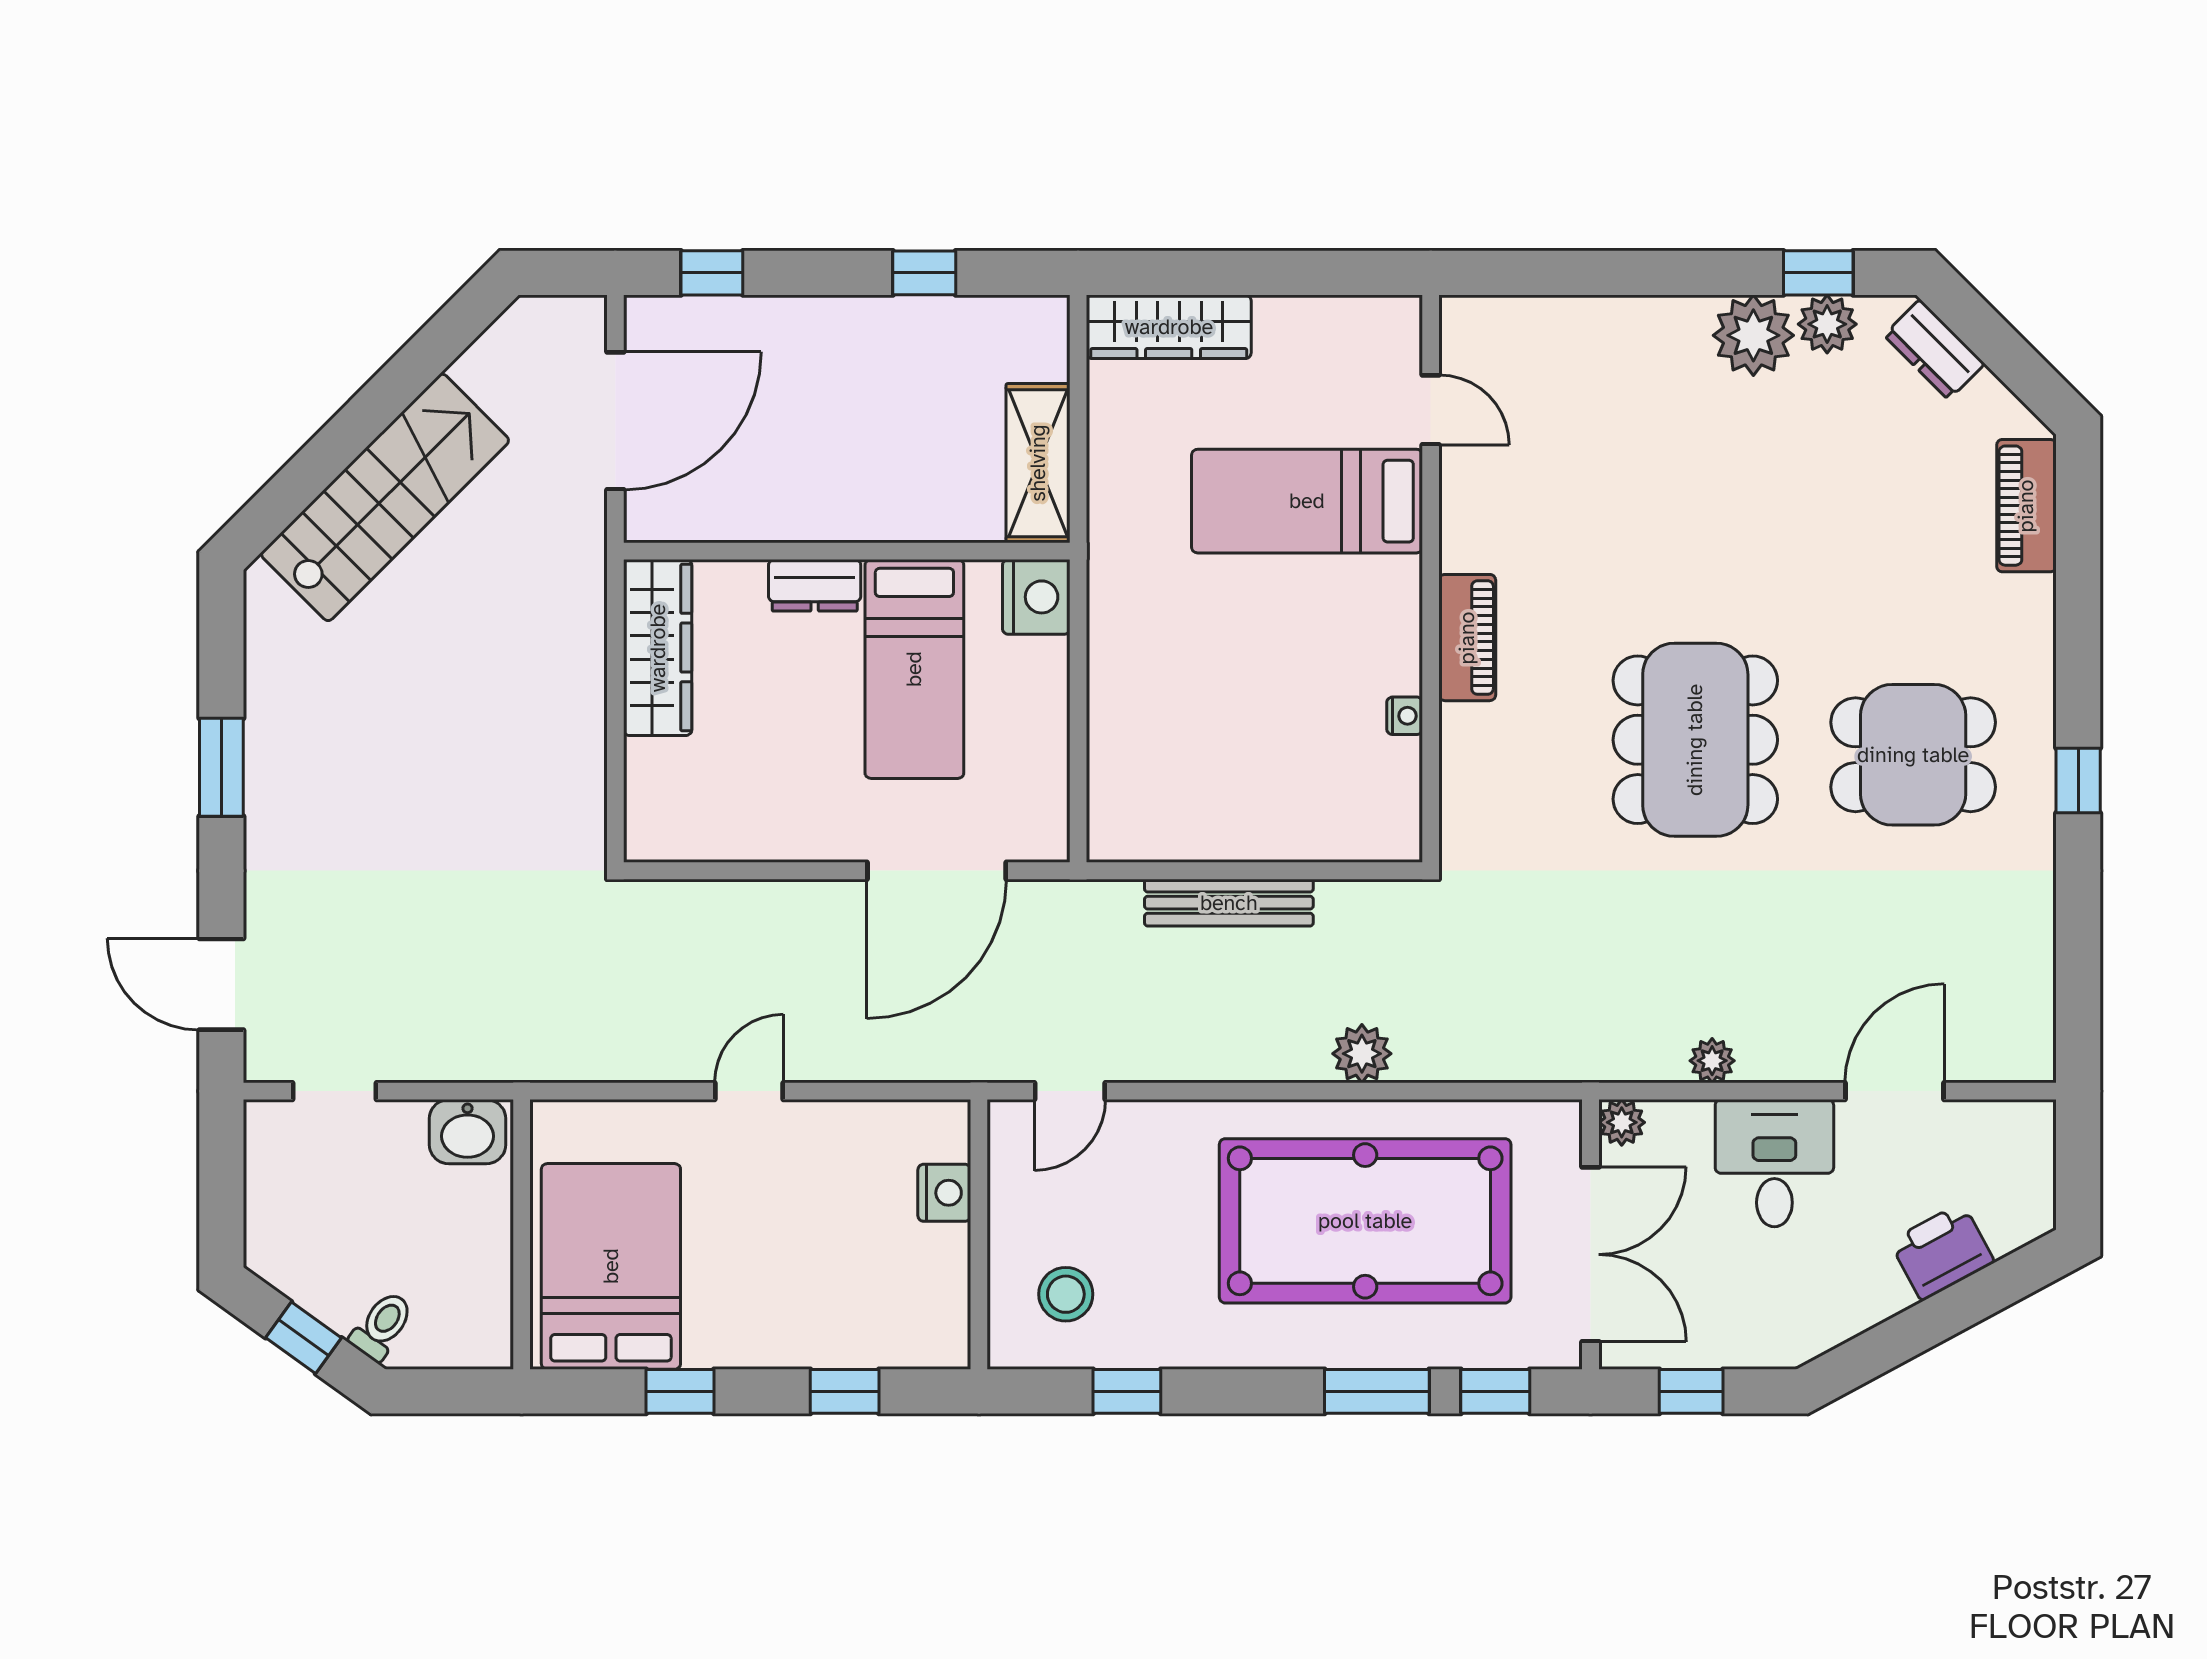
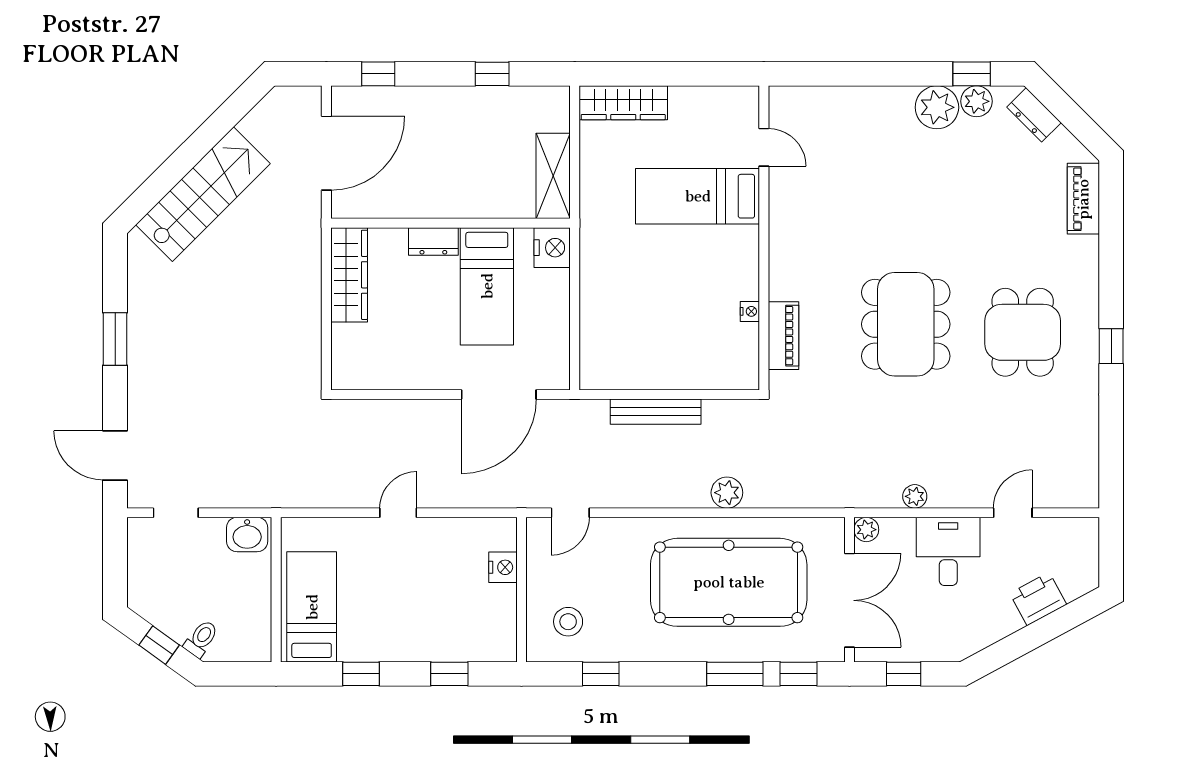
piano: (1467, 638) -> (783, 336), moved
dining table: (1913, 755) -> (1023, 332), turned 90
door: (1895, 1091) -> (1013, 513), width x0.73
bed: (611, 1266) -> (312, 607), width x0.67

